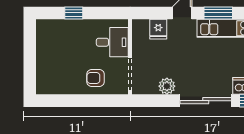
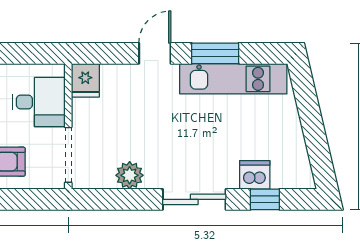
fridge: (158, 29) -> (85, 80), moved
sliding door: (206, 101) -> (194, 199), width x0.73

